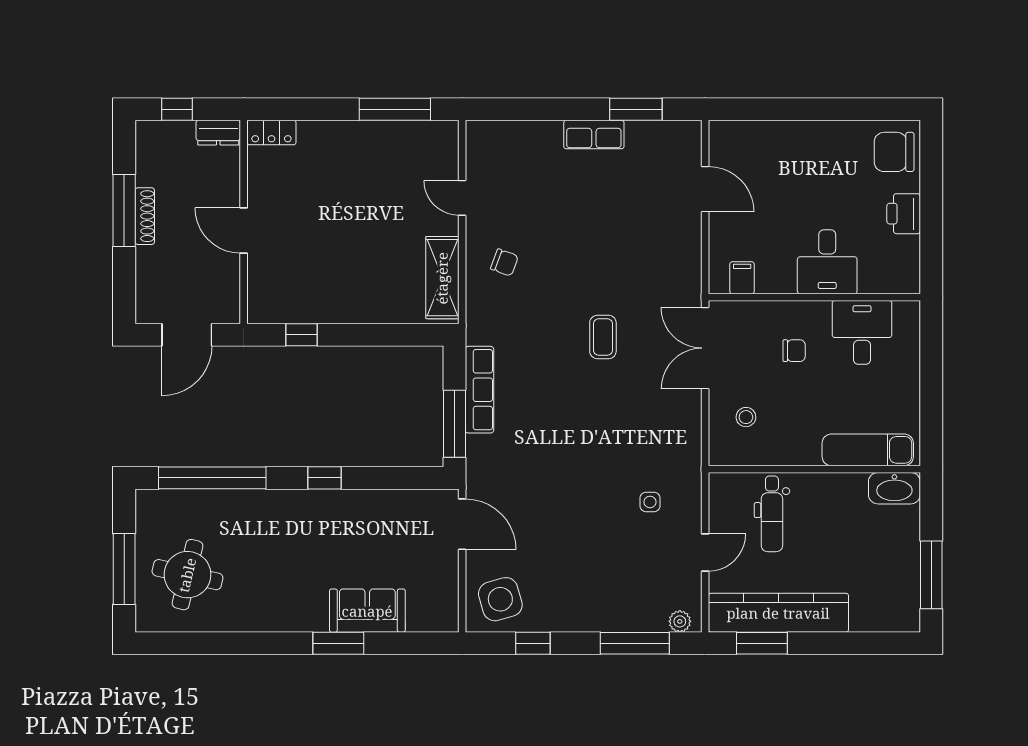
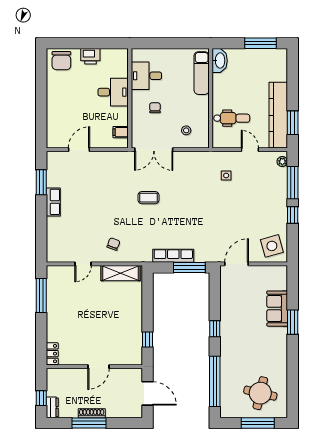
dresser: (218, 133) -> (52, 407), moved
window: (533, 643) -> (293, 215), moved

